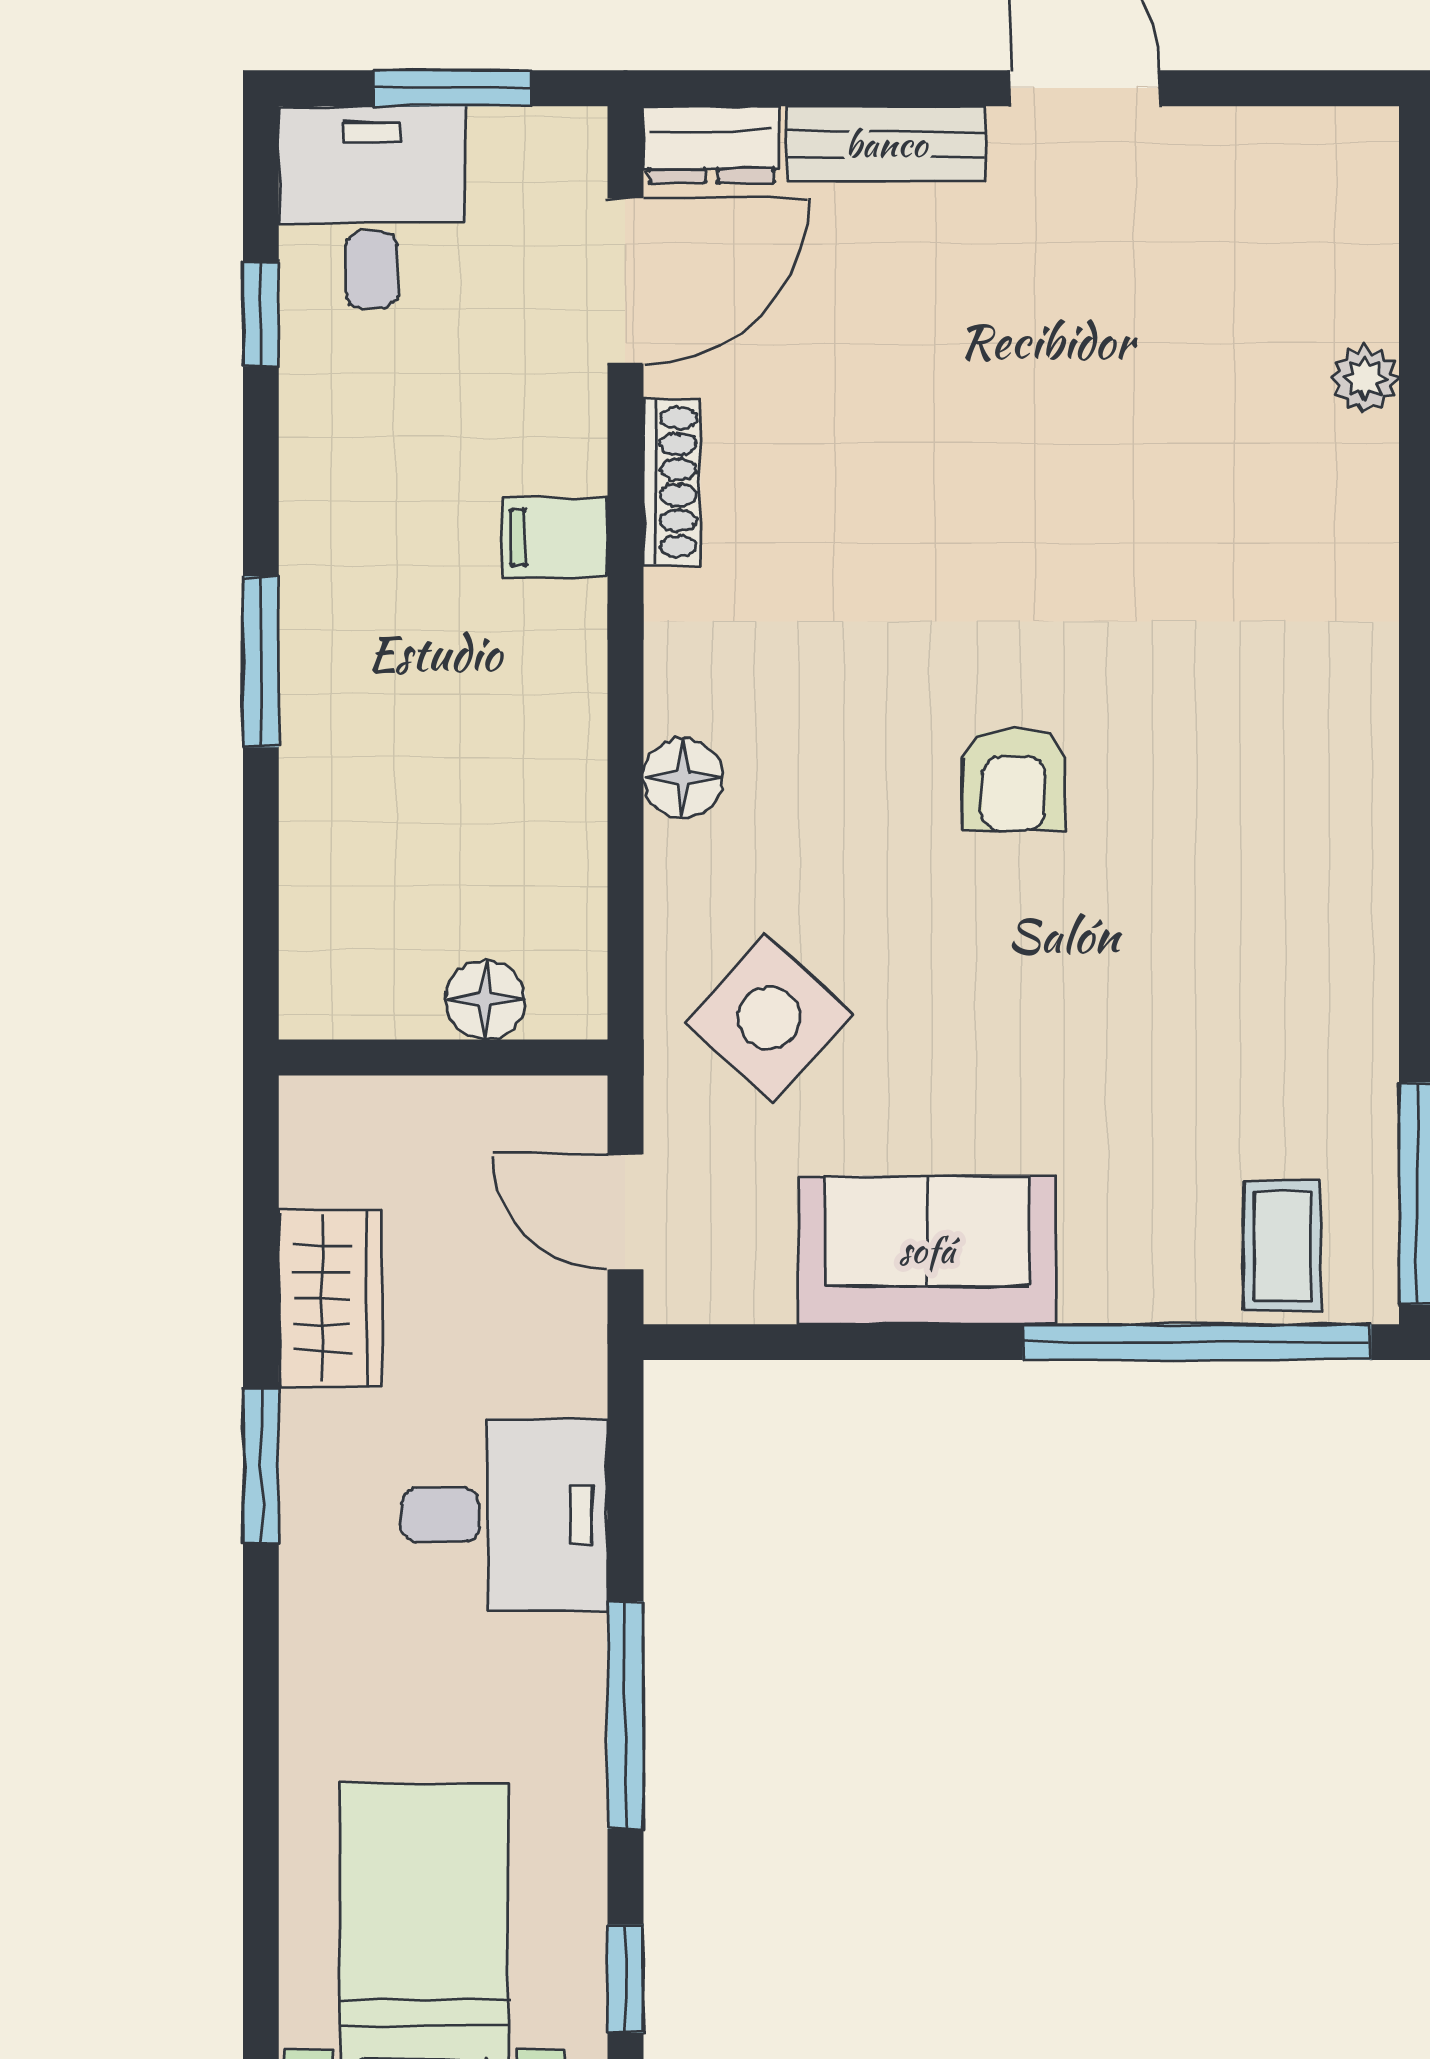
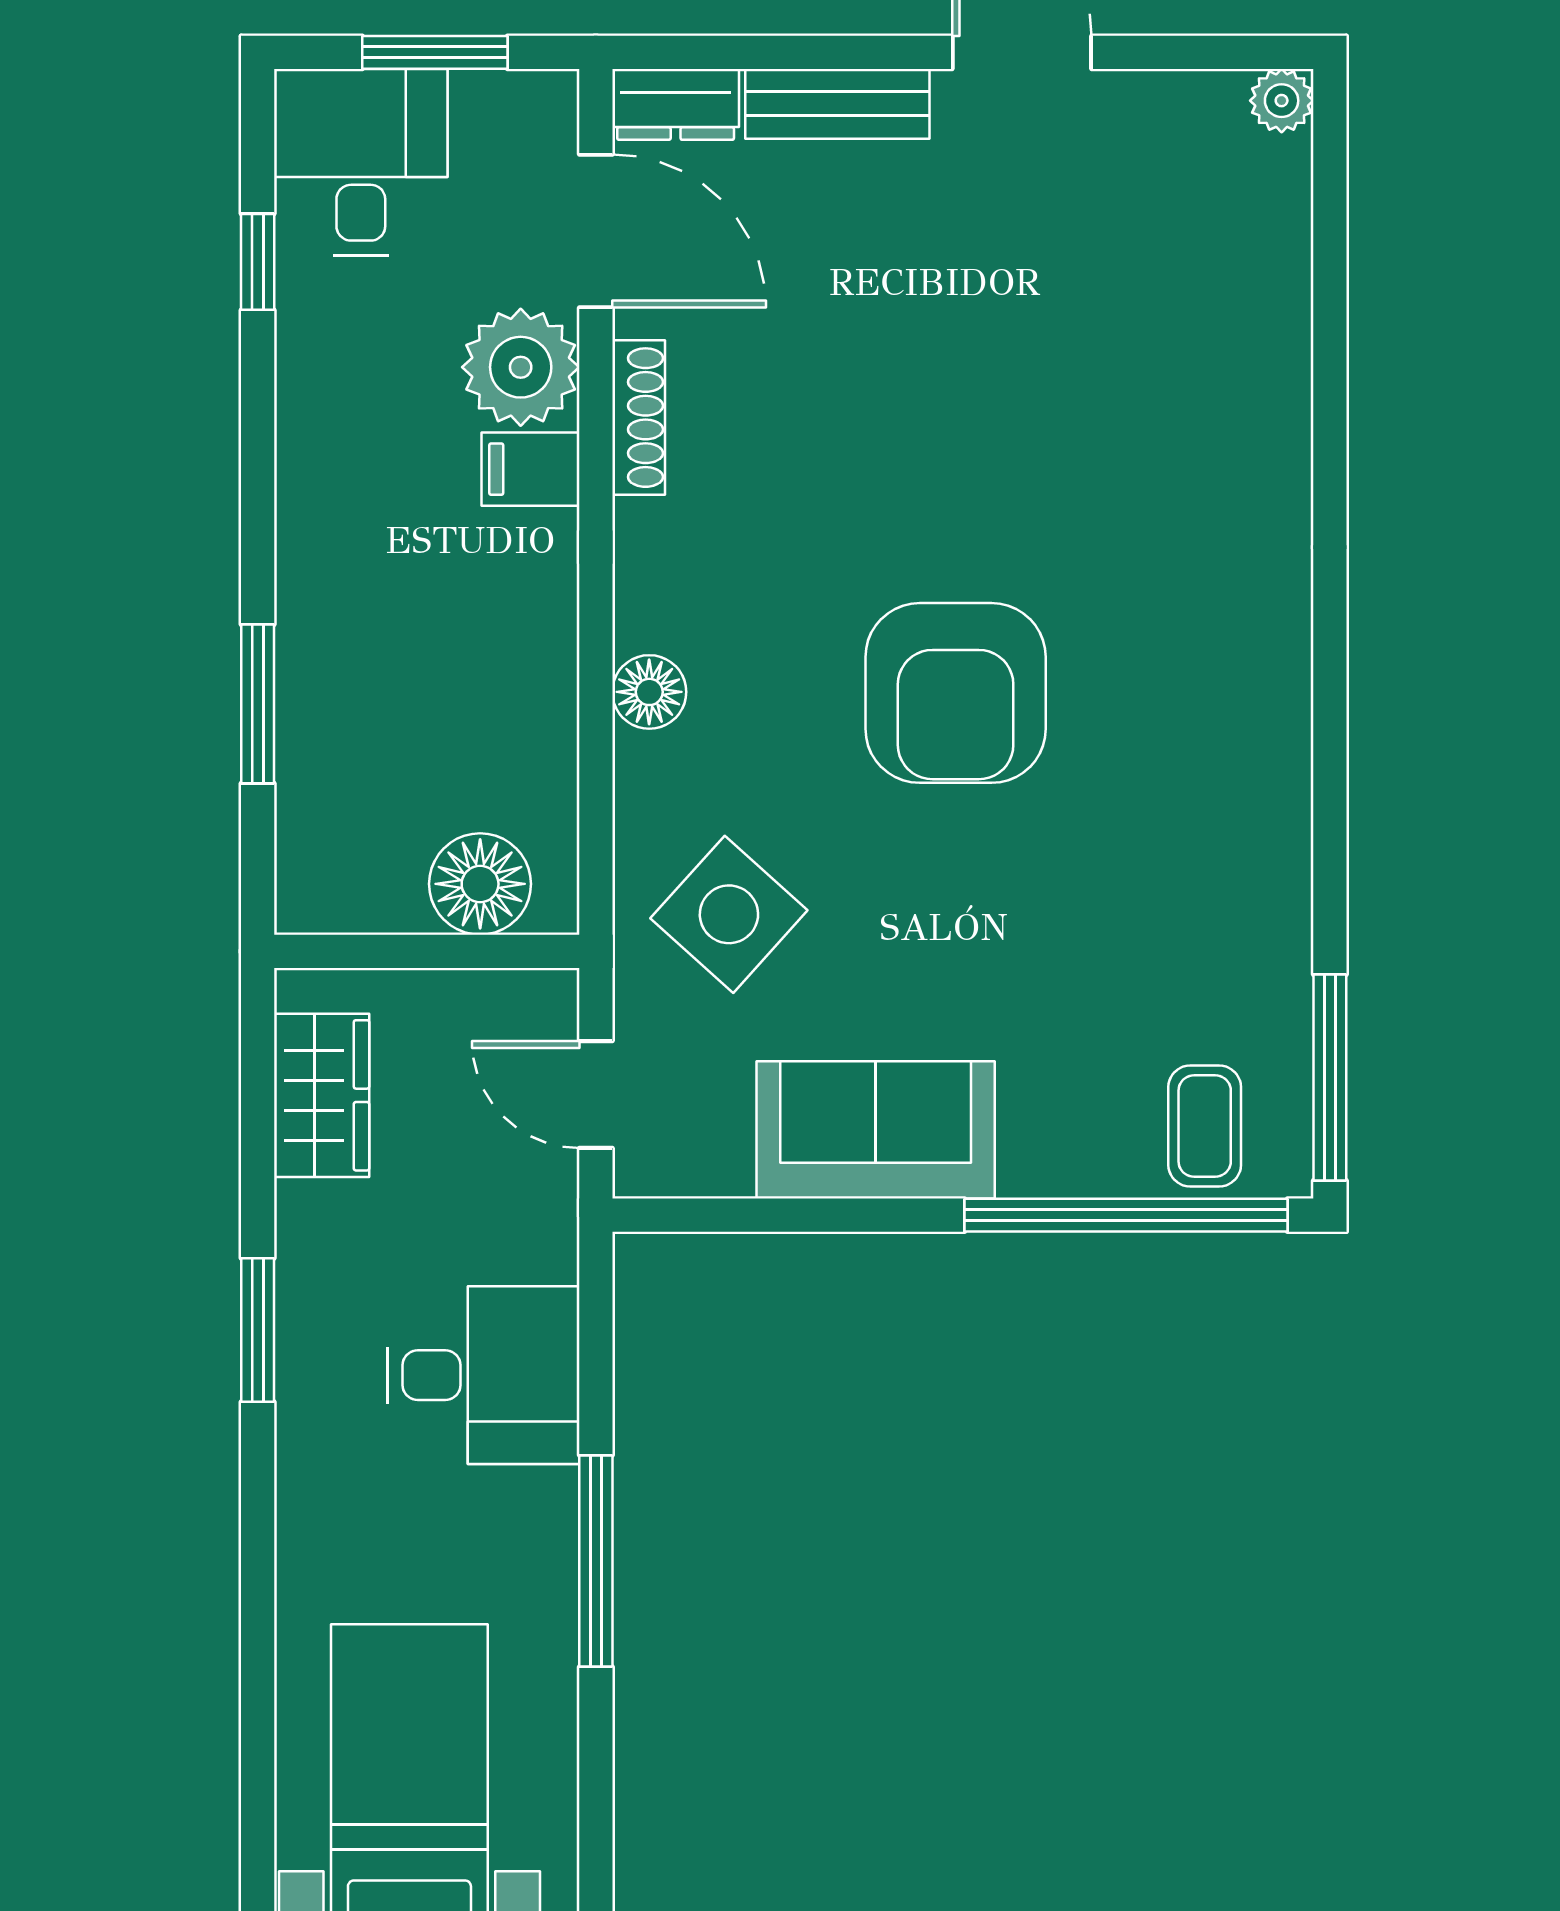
door: (625, 281) -> (596, 231), hinge flipped
plant: (1365, 378) -> (1282, 101), moved
plant: (544, 428) -> (521, 367), added
window: (261, 662) -> (258, 704), moved
armchair: (1013, 779) -> (956, 693), width x1.88, depth x1.88
floor lamp: (486, 1000) -> (480, 884), width x1.38, depth x1.38
wardrobe: (330, 1298) -> (322, 1095), moved
window: (625, 1979) -> (596, 1806), removed

